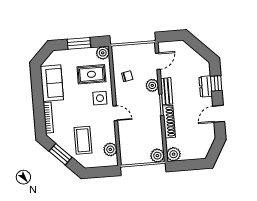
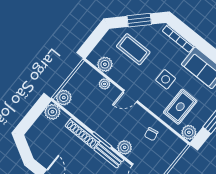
side table: (100, 98) -> (166, 79), moved
plant: (123, 138) -> (104, 84), added

